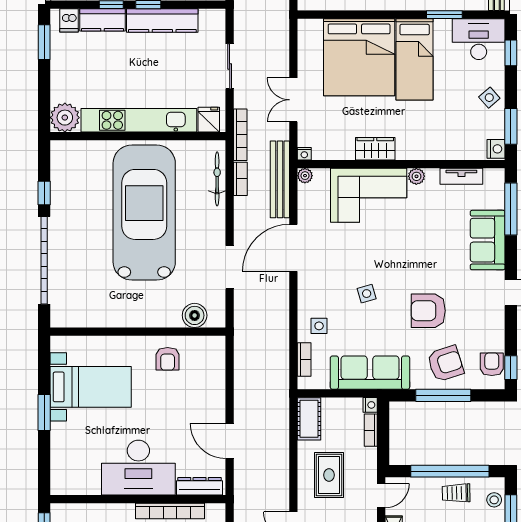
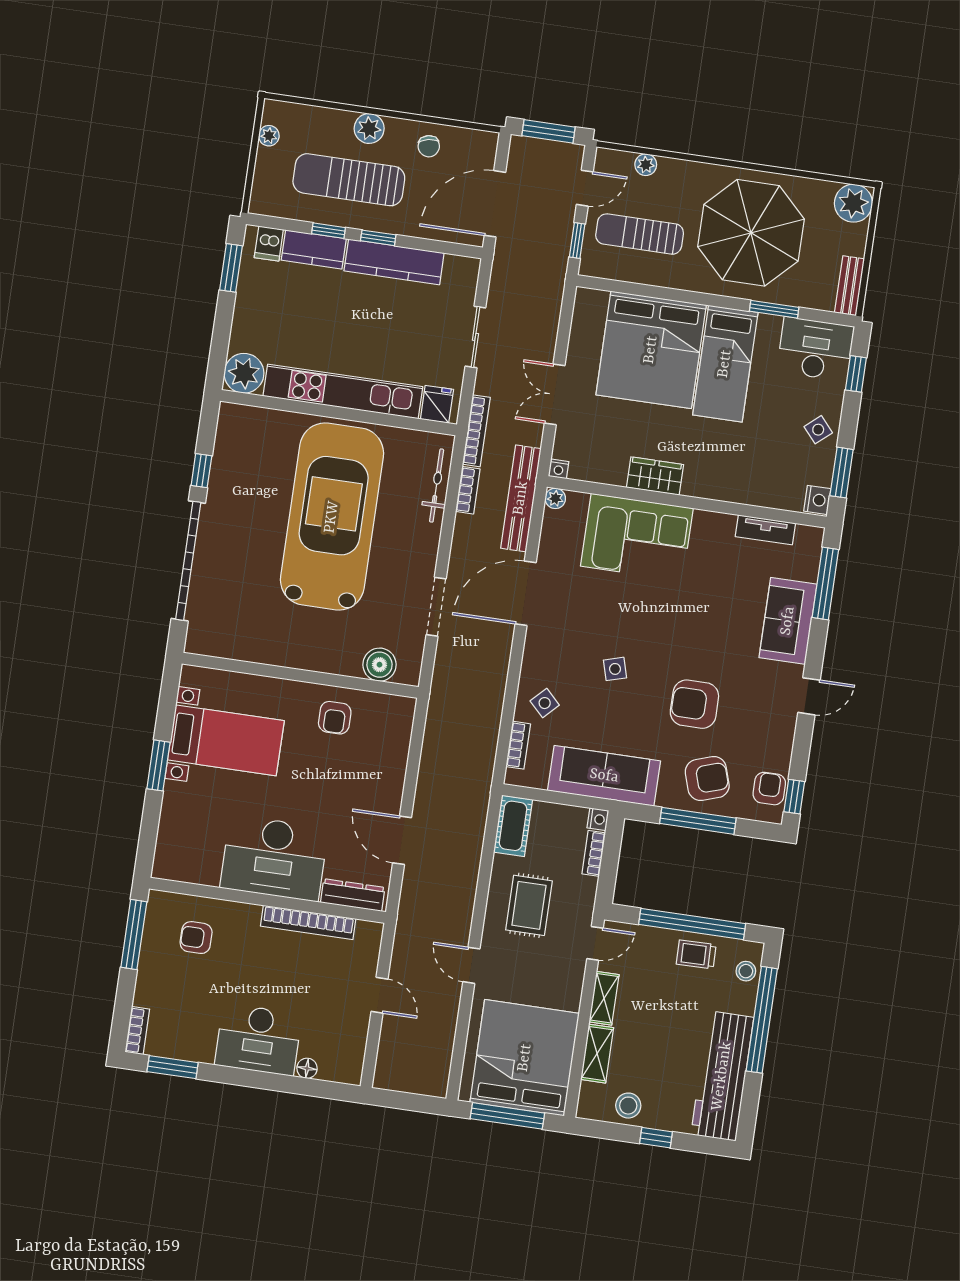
plant: (416, 176) -> (705, 521), removed
side table: (319, 326) -> (545, 703), turned 45

